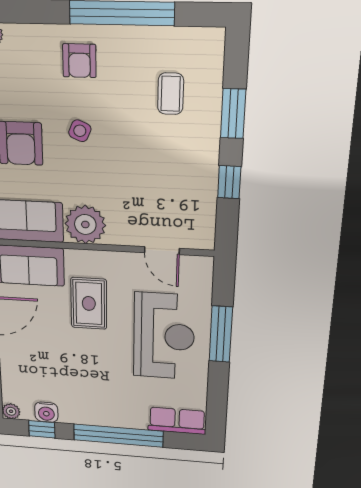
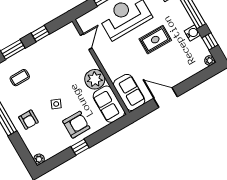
armchair: (79, 61) -> (28, 120), turned 90
rug: (89, 303) -> (155, 40), moved
water cooler: (46, 412) -> (192, 33), moved

